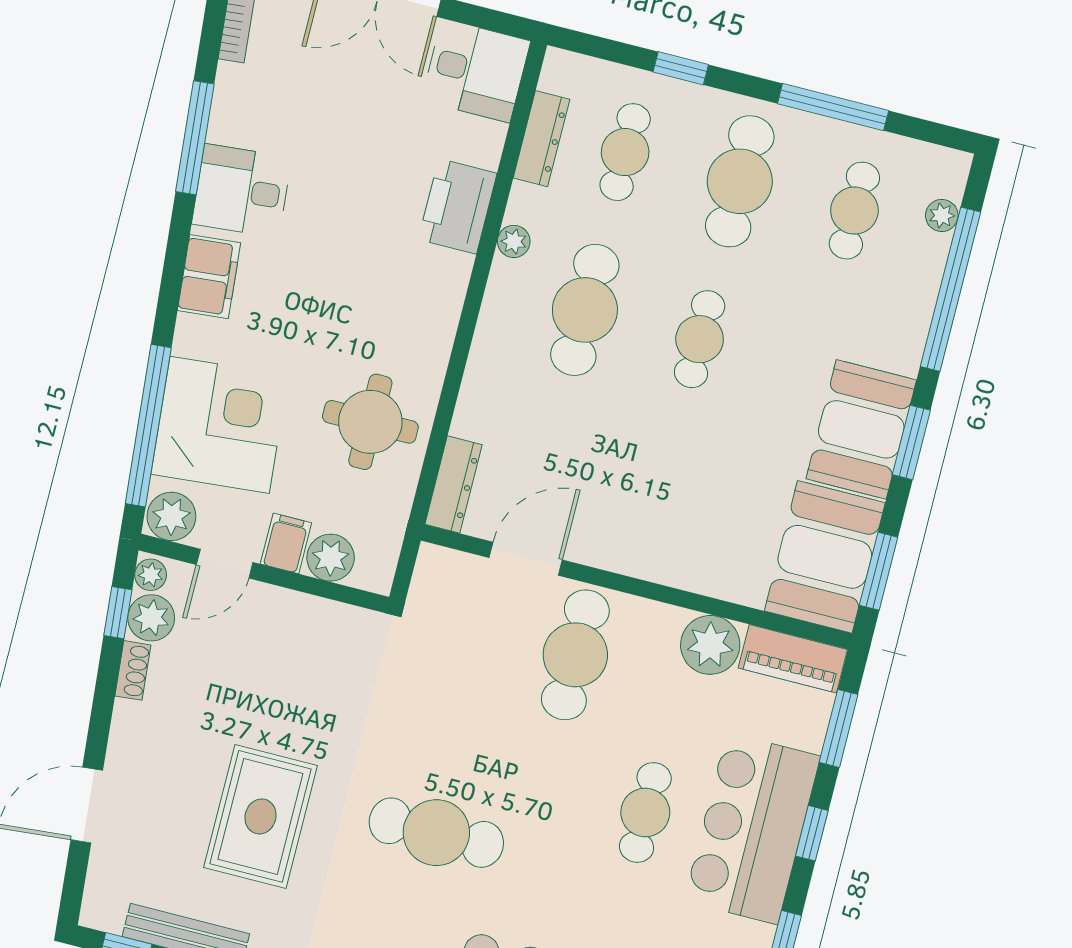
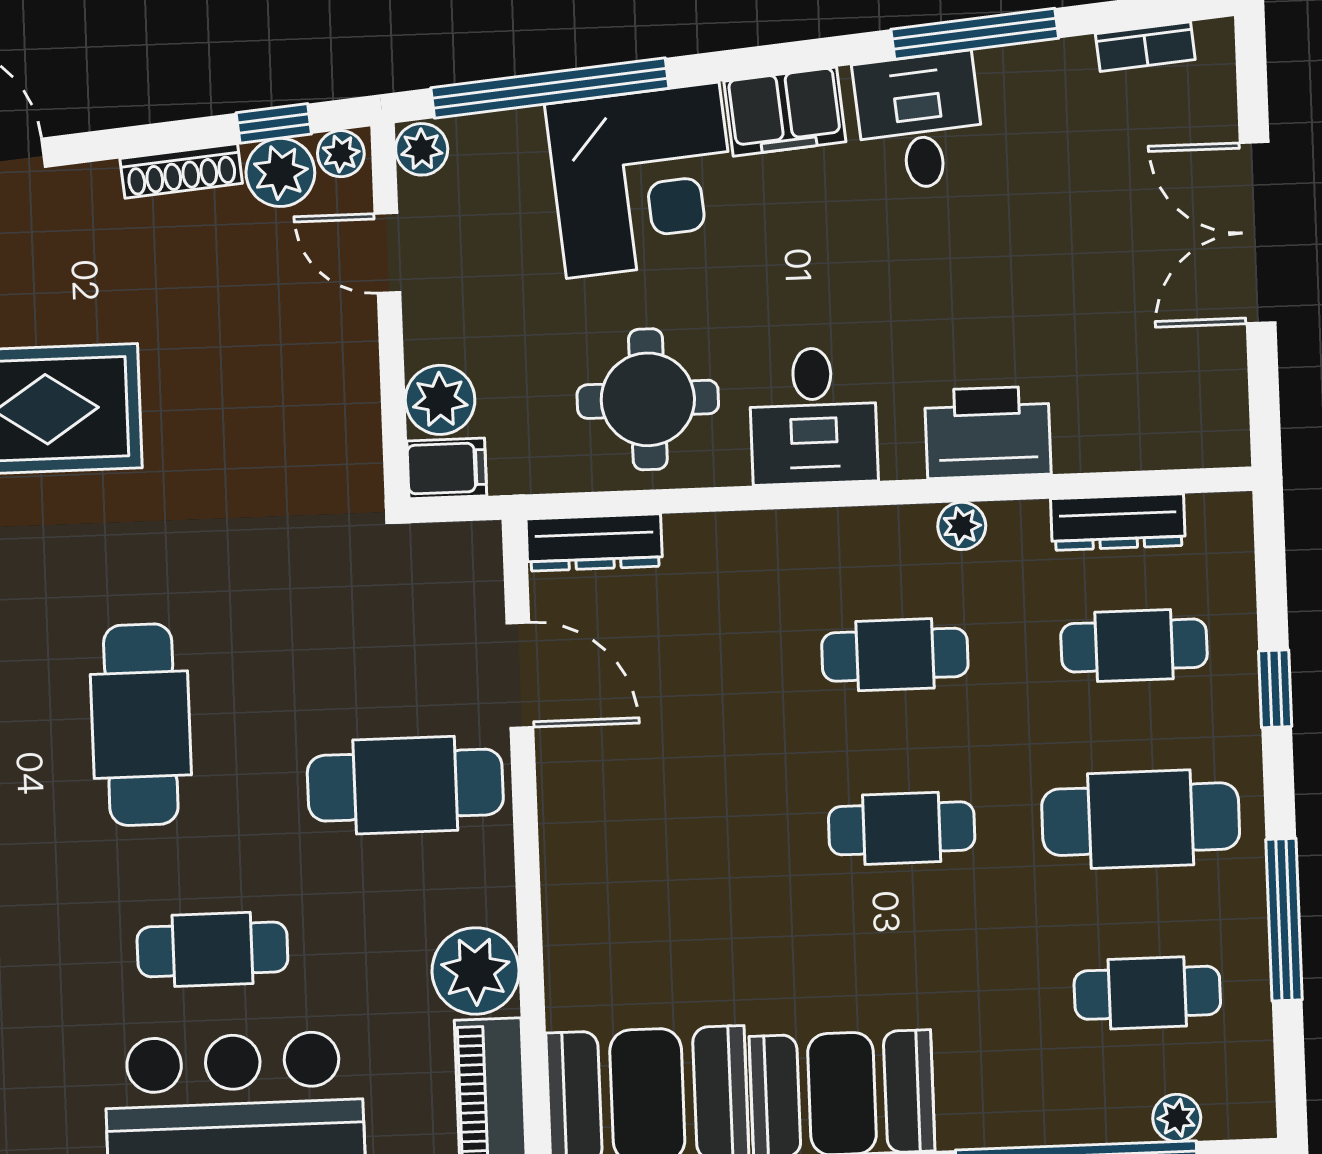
desk: (476, 71) -> (813, 416), moved
cafe table: (585, 310) -> (895, 655), width x0.73, depth x0.74
corner desk: (220, 425) -> (643, 180), moved
plant: (171, 516) -> (422, 149), width x0.73, depth x0.73
filing cabinet: (286, 543) -> (447, 468), moved
shoe rack: (133, 670) -> (181, 171), width x1.43
cafe table: (436, 833) -> (141, 725), moved

